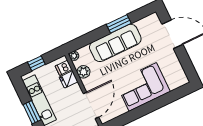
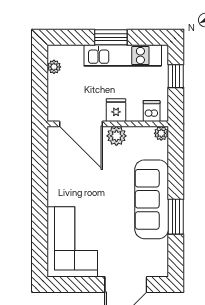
plant: (83, 72) -> (116, 136), moved
fridge: (69, 79) -> (116, 110), moved
corner sofa: (143, 87) -> (72, 242), moved

